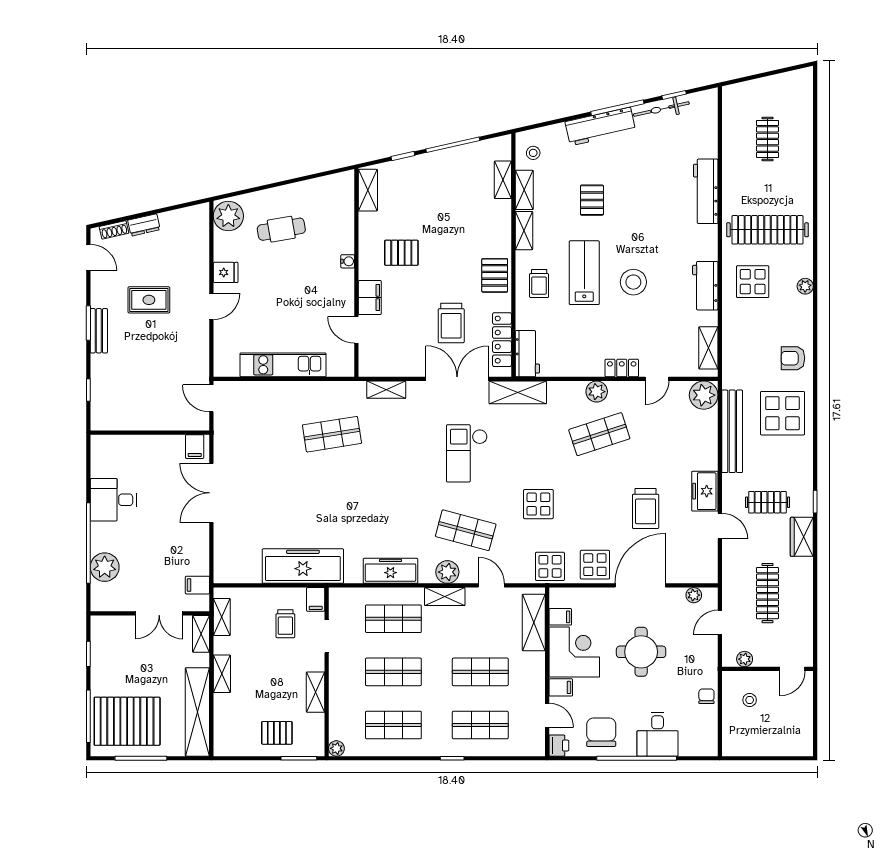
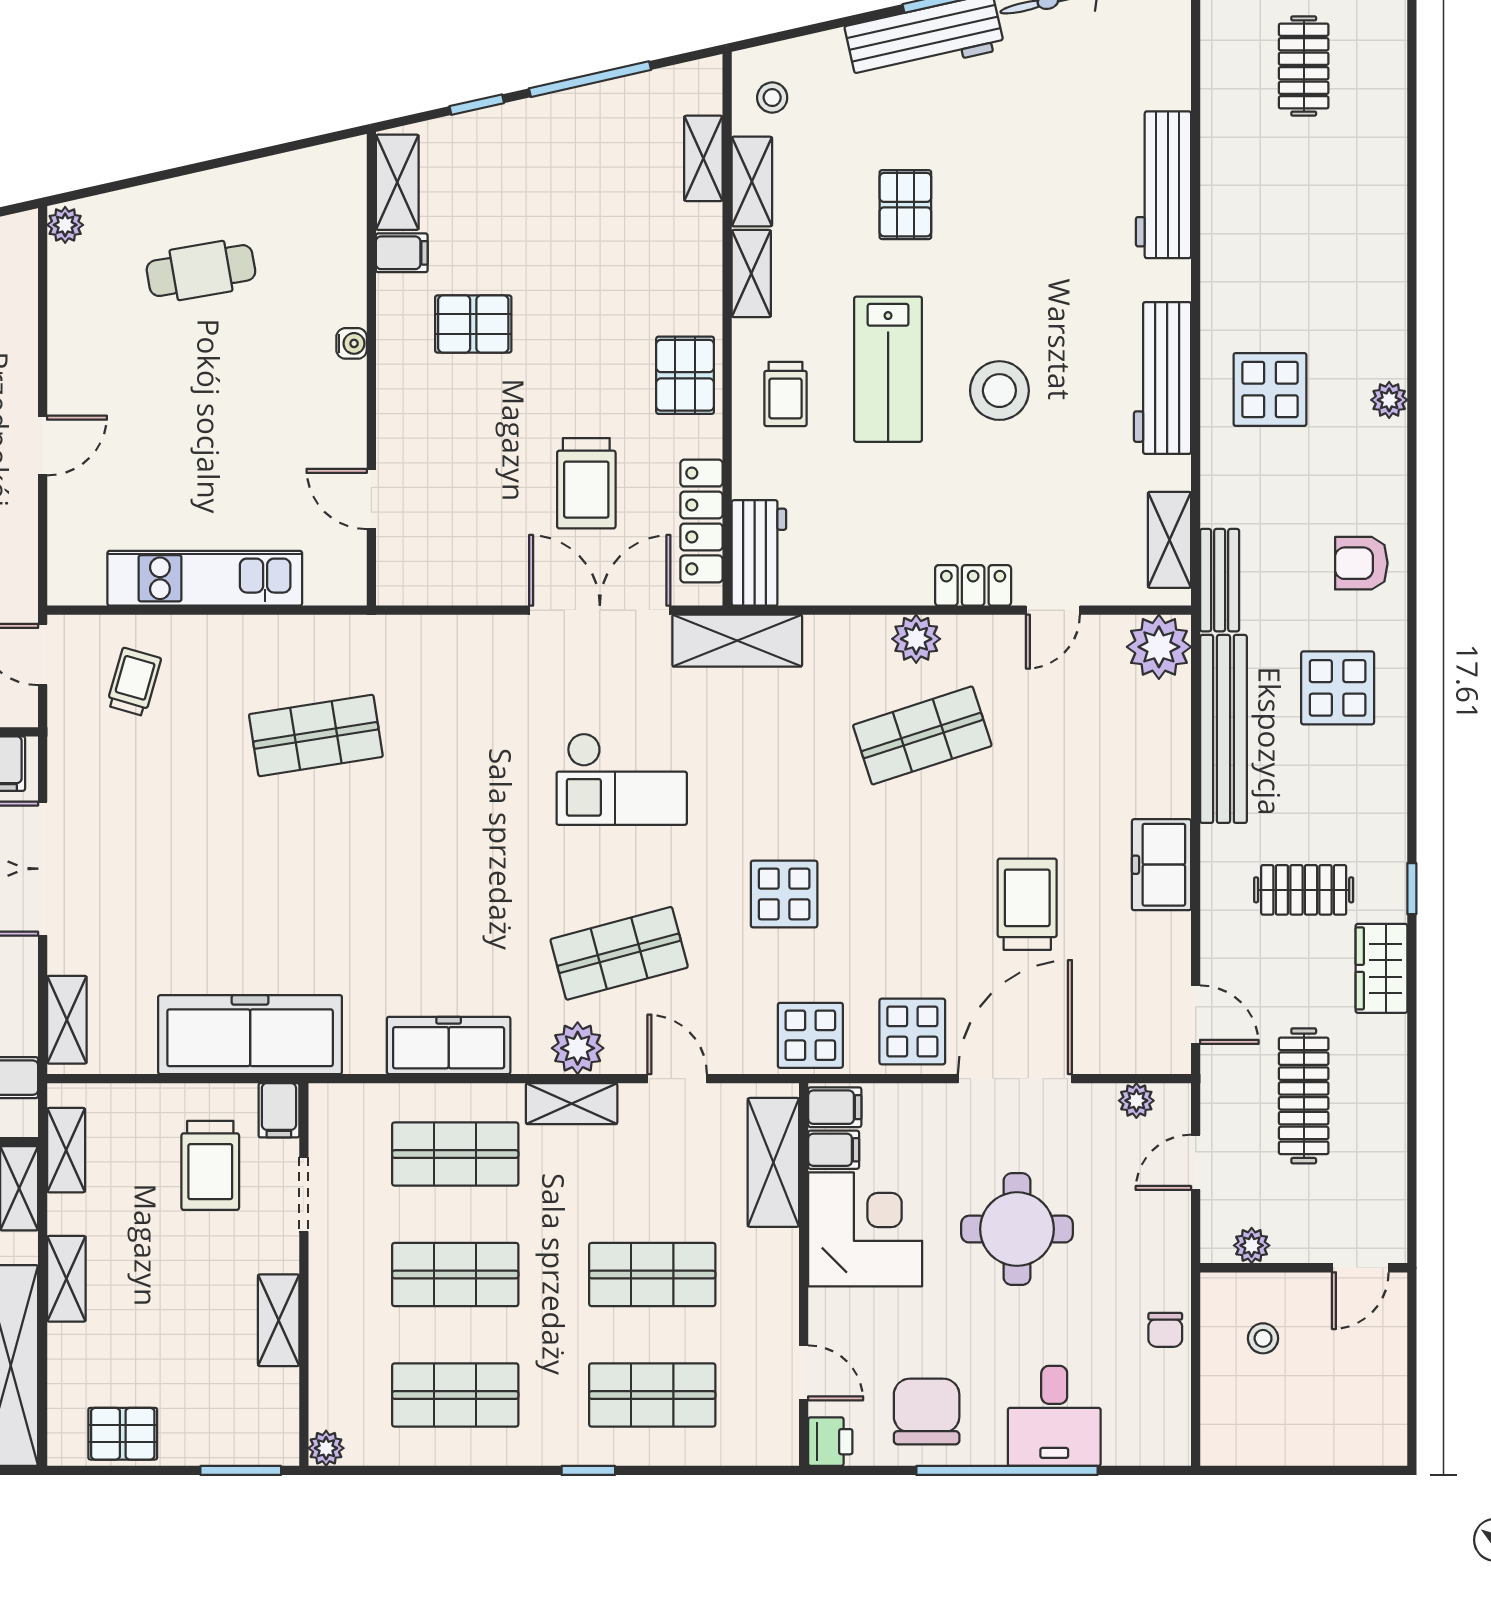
plant: (228, 216) -> (65, 225), width x0.53, depth x0.53
clothes rail: (768, 230) -> (1304, 272), removed
fridge: (226, 272) -> (75, 369), removed
lab bench: (584, 273) -> (888, 369), turned 180
workbench: (705, 286) -> (1163, 378), width x1.38
filing cabinet: (370, 297) -> (402, 253), moved, width x0.50
bench: (730, 366) -> (1220, 580), added
shelving: (386, 390) -> (67, 1020), moved, turned 90
trolley: (252, 411) -> (134, 682), added
display table: (782, 413) -> (1338, 688), width x0.73, depth x0.73
checkout: (467, 453) -> (622, 779), turned -90
trolley: (646, 509) -> (1027, 904), turned 180
door: (720, 526) -> (1196, 1015), moved
shop shelf: (466, 530) -> (619, 953), turned -30
trolley: (285, 624) -> (210, 1165), width x1.36, depth x1.39
filing cabinet: (561, 687) -> (835, 1107), moved
chair: (706, 696) -> (1165, 1330), turned 180
pallet: (277, 733) -> (123, 1434), moved

